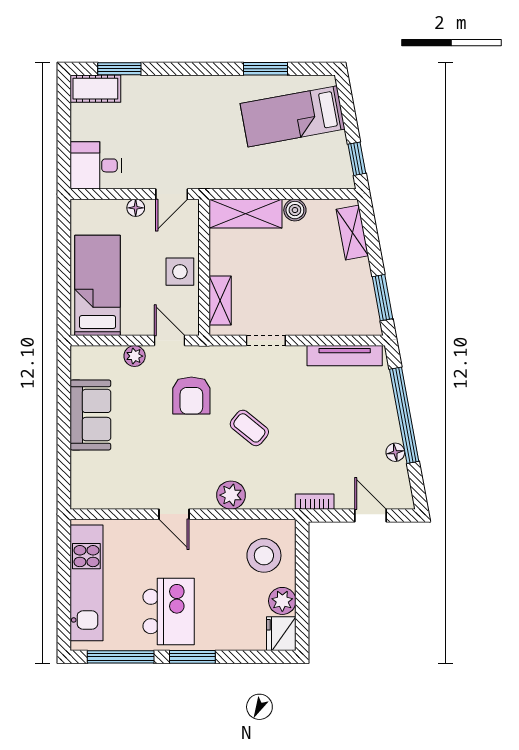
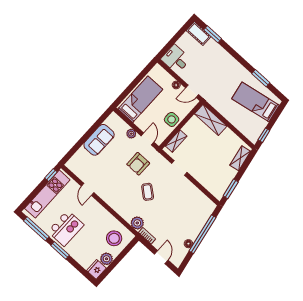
boiler: (295, 210) -> (228, 134), removed
tv unit: (345, 356) -> (201, 197), removed
plant: (231, 495) -> (137, 223), moved
door: (174, 514) -> (88, 189), moved
window: (64, 546) -> (51, 175), added

